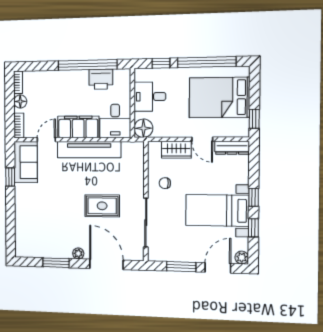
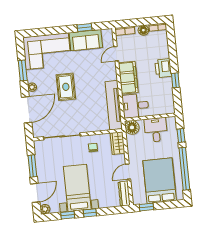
window: (88, 65) -> (175, 80), width x0.32
printer: (101, 79) -> (163, 68), moved
door: (46, 140) -> (116, 54), swing flipped
tv unit: (89, 150) -> (114, 105), moved
wardrobe: (176, 150) -> (117, 143), moved
sofa: (26, 162) -> (86, 40), moved
rug: (102, 206) -> (66, 87), moved
corner sofa: (35, 228) -> (47, 51), added
door: (218, 268) -> (35, 193), hinge flipped

